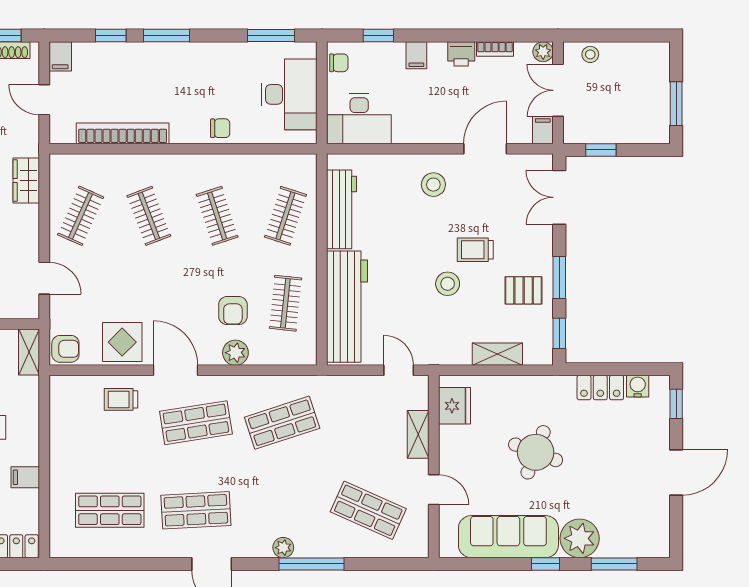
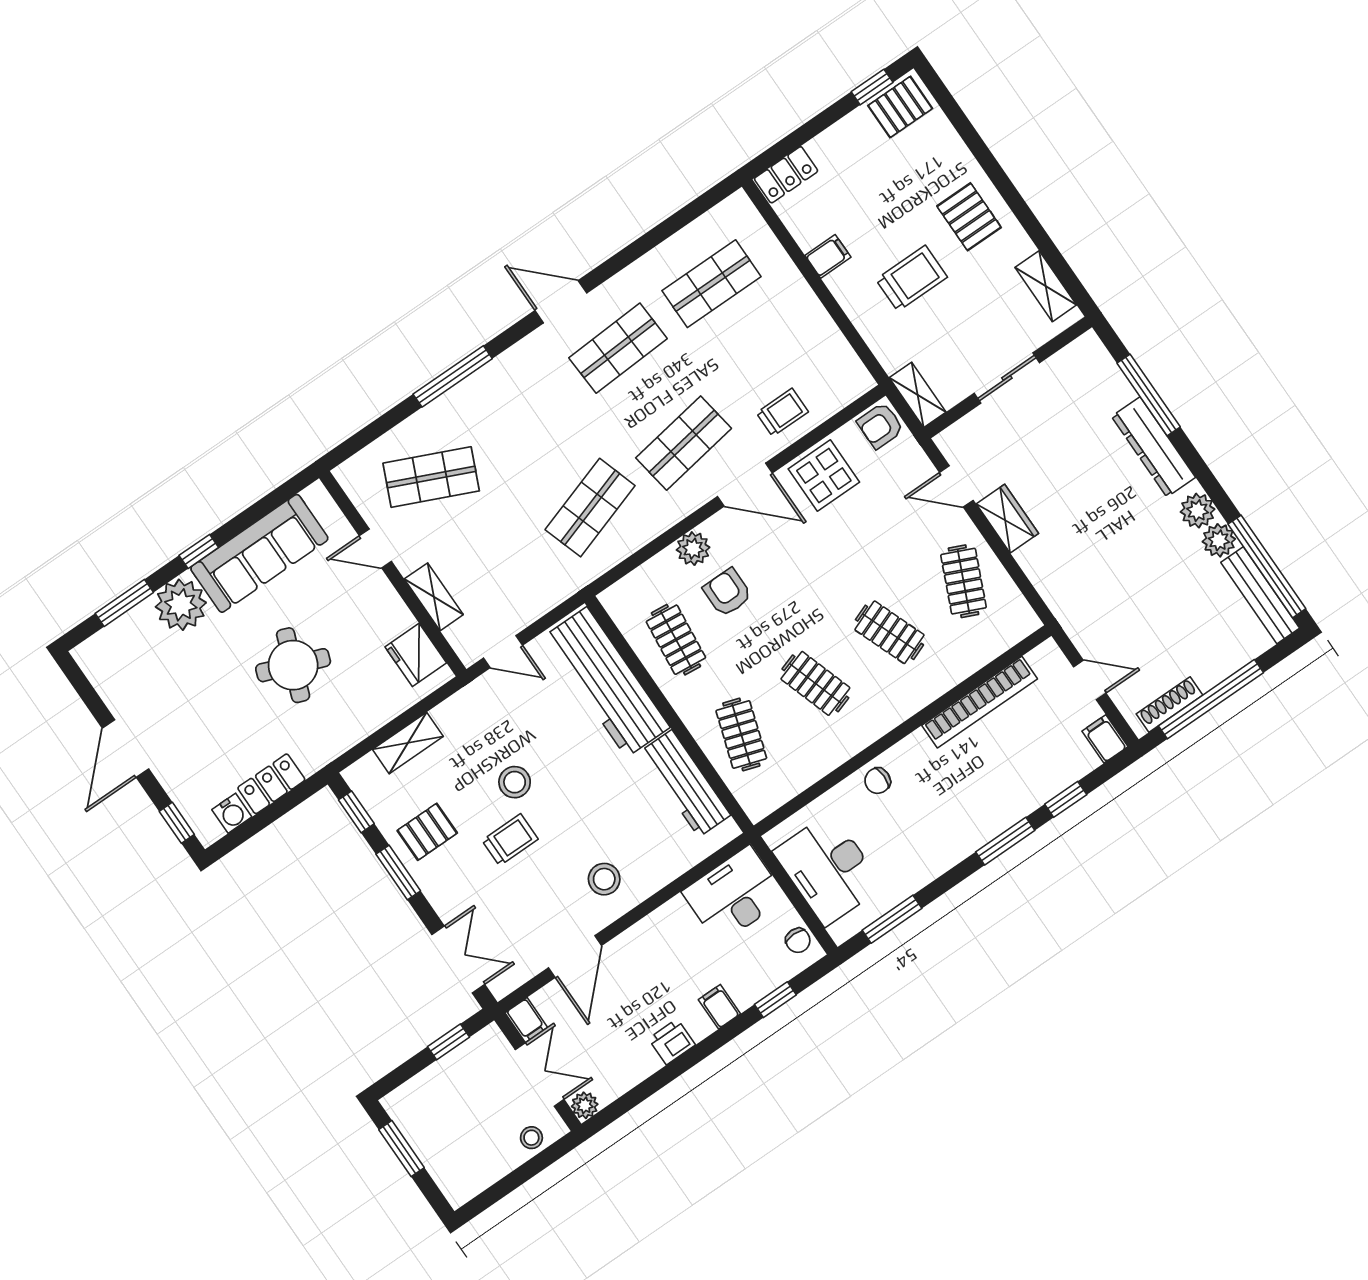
bookcase: (495, 49) -> (639, 1072), removed
chair: (339, 63) -> (798, 940), turned -90
wardrobe: (26, 181) -> (1007, 519), moved
plant: (283, 548) -> (495, 373), removed

